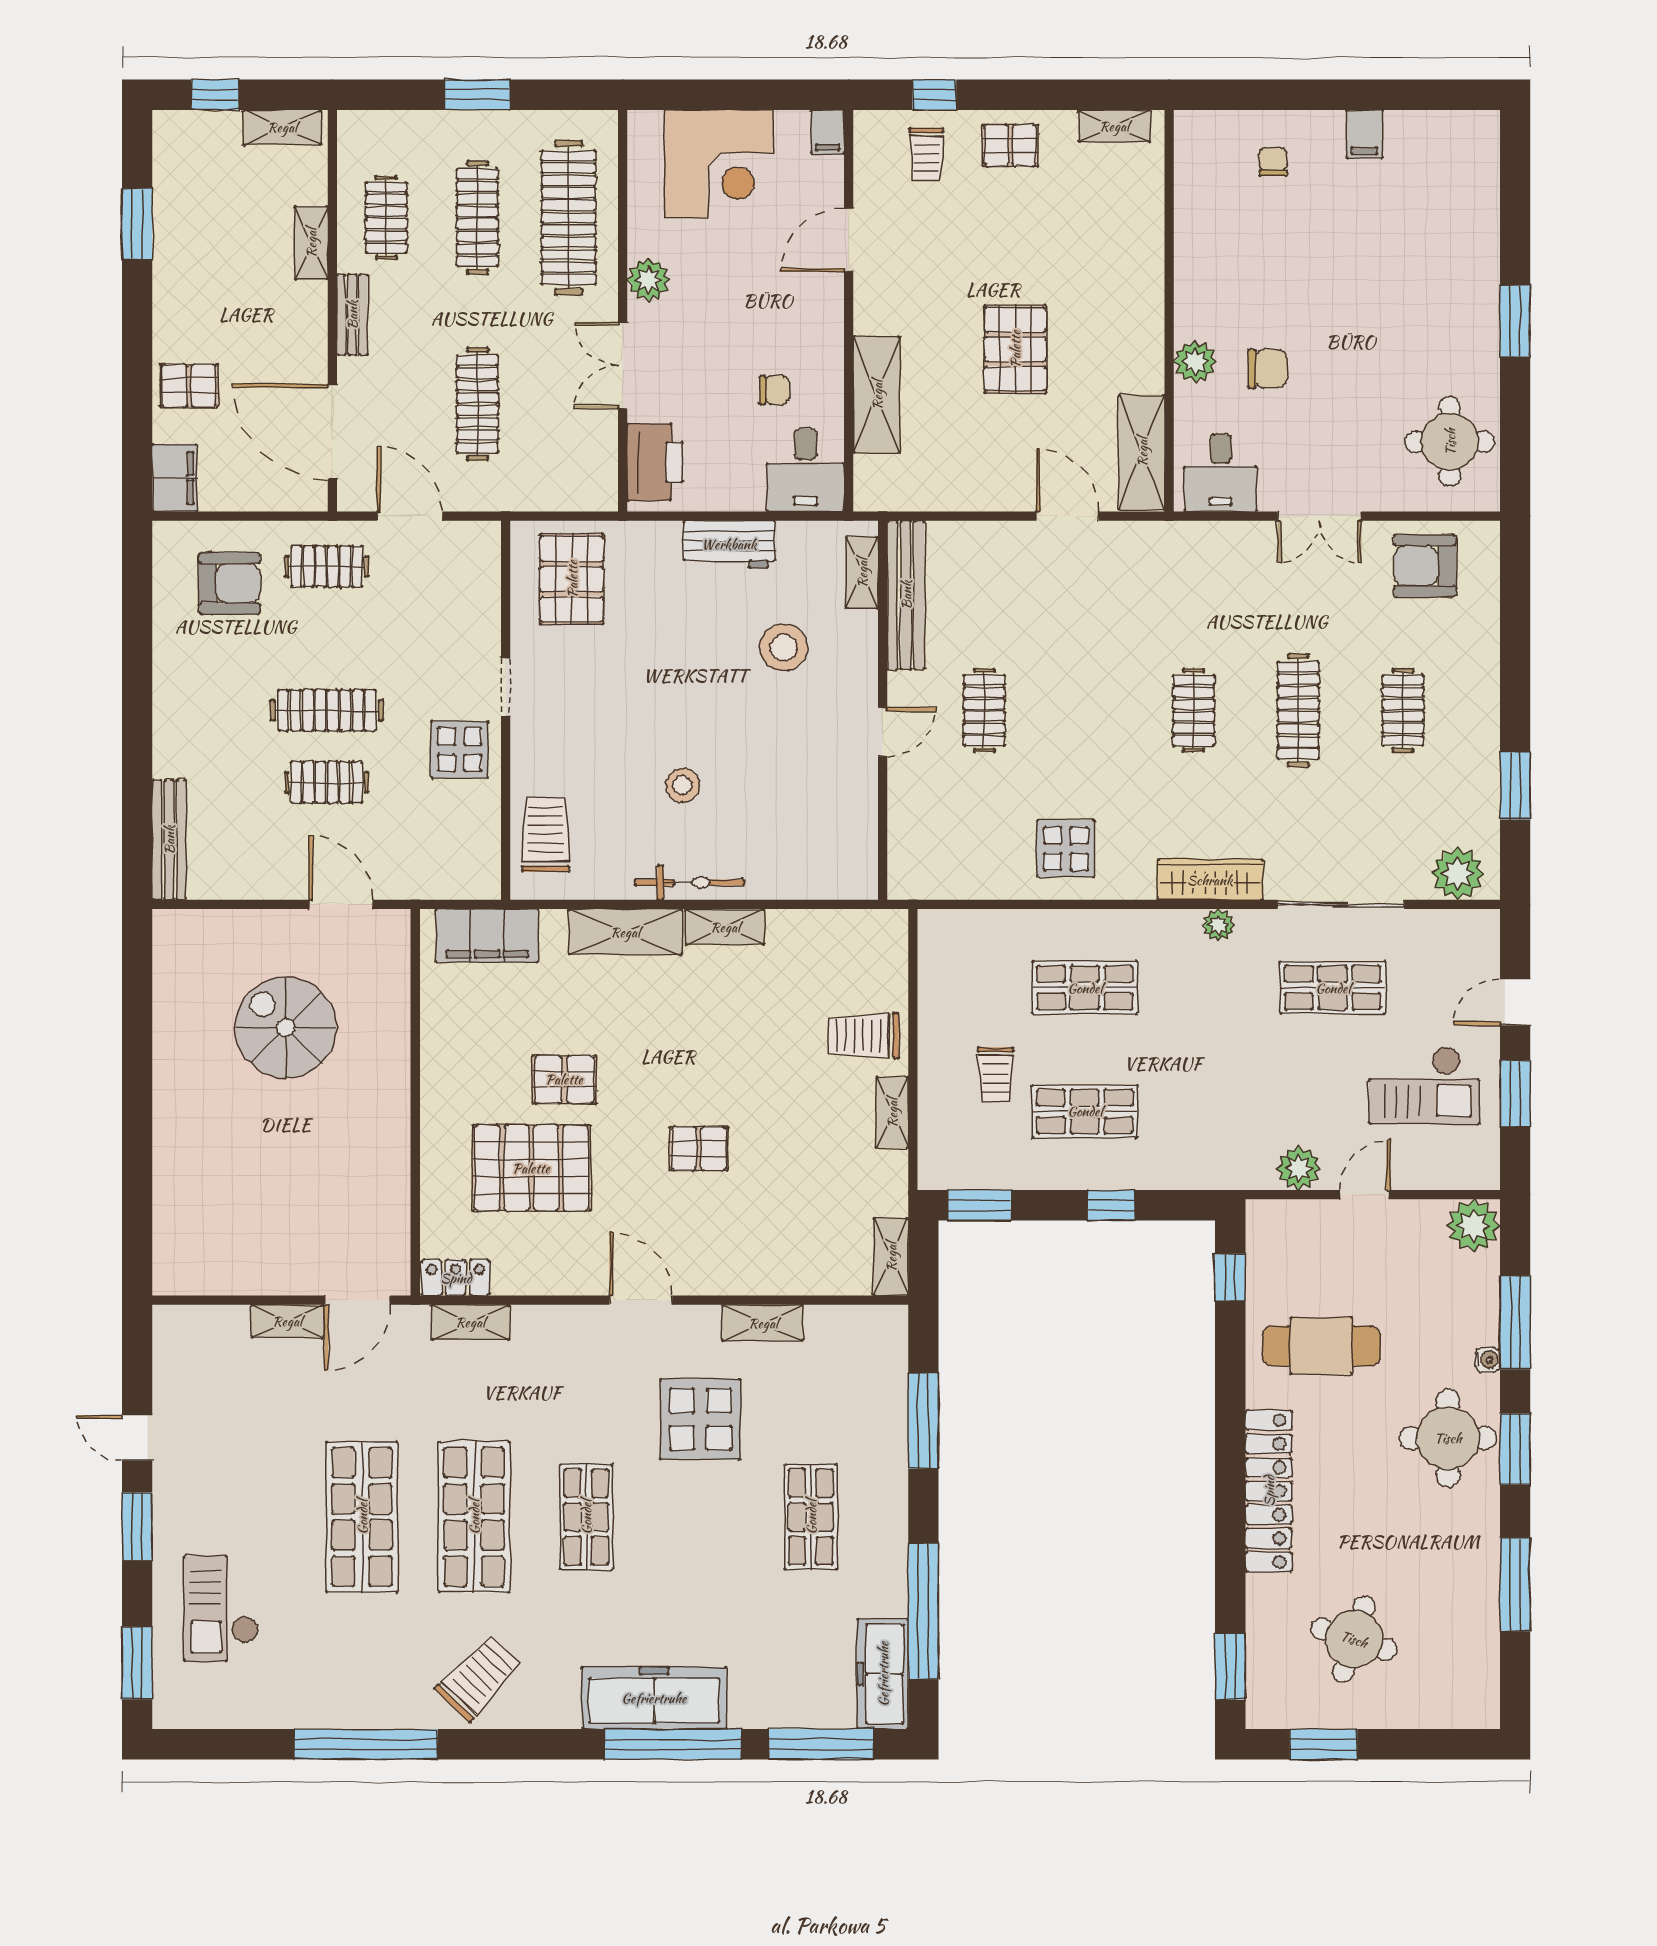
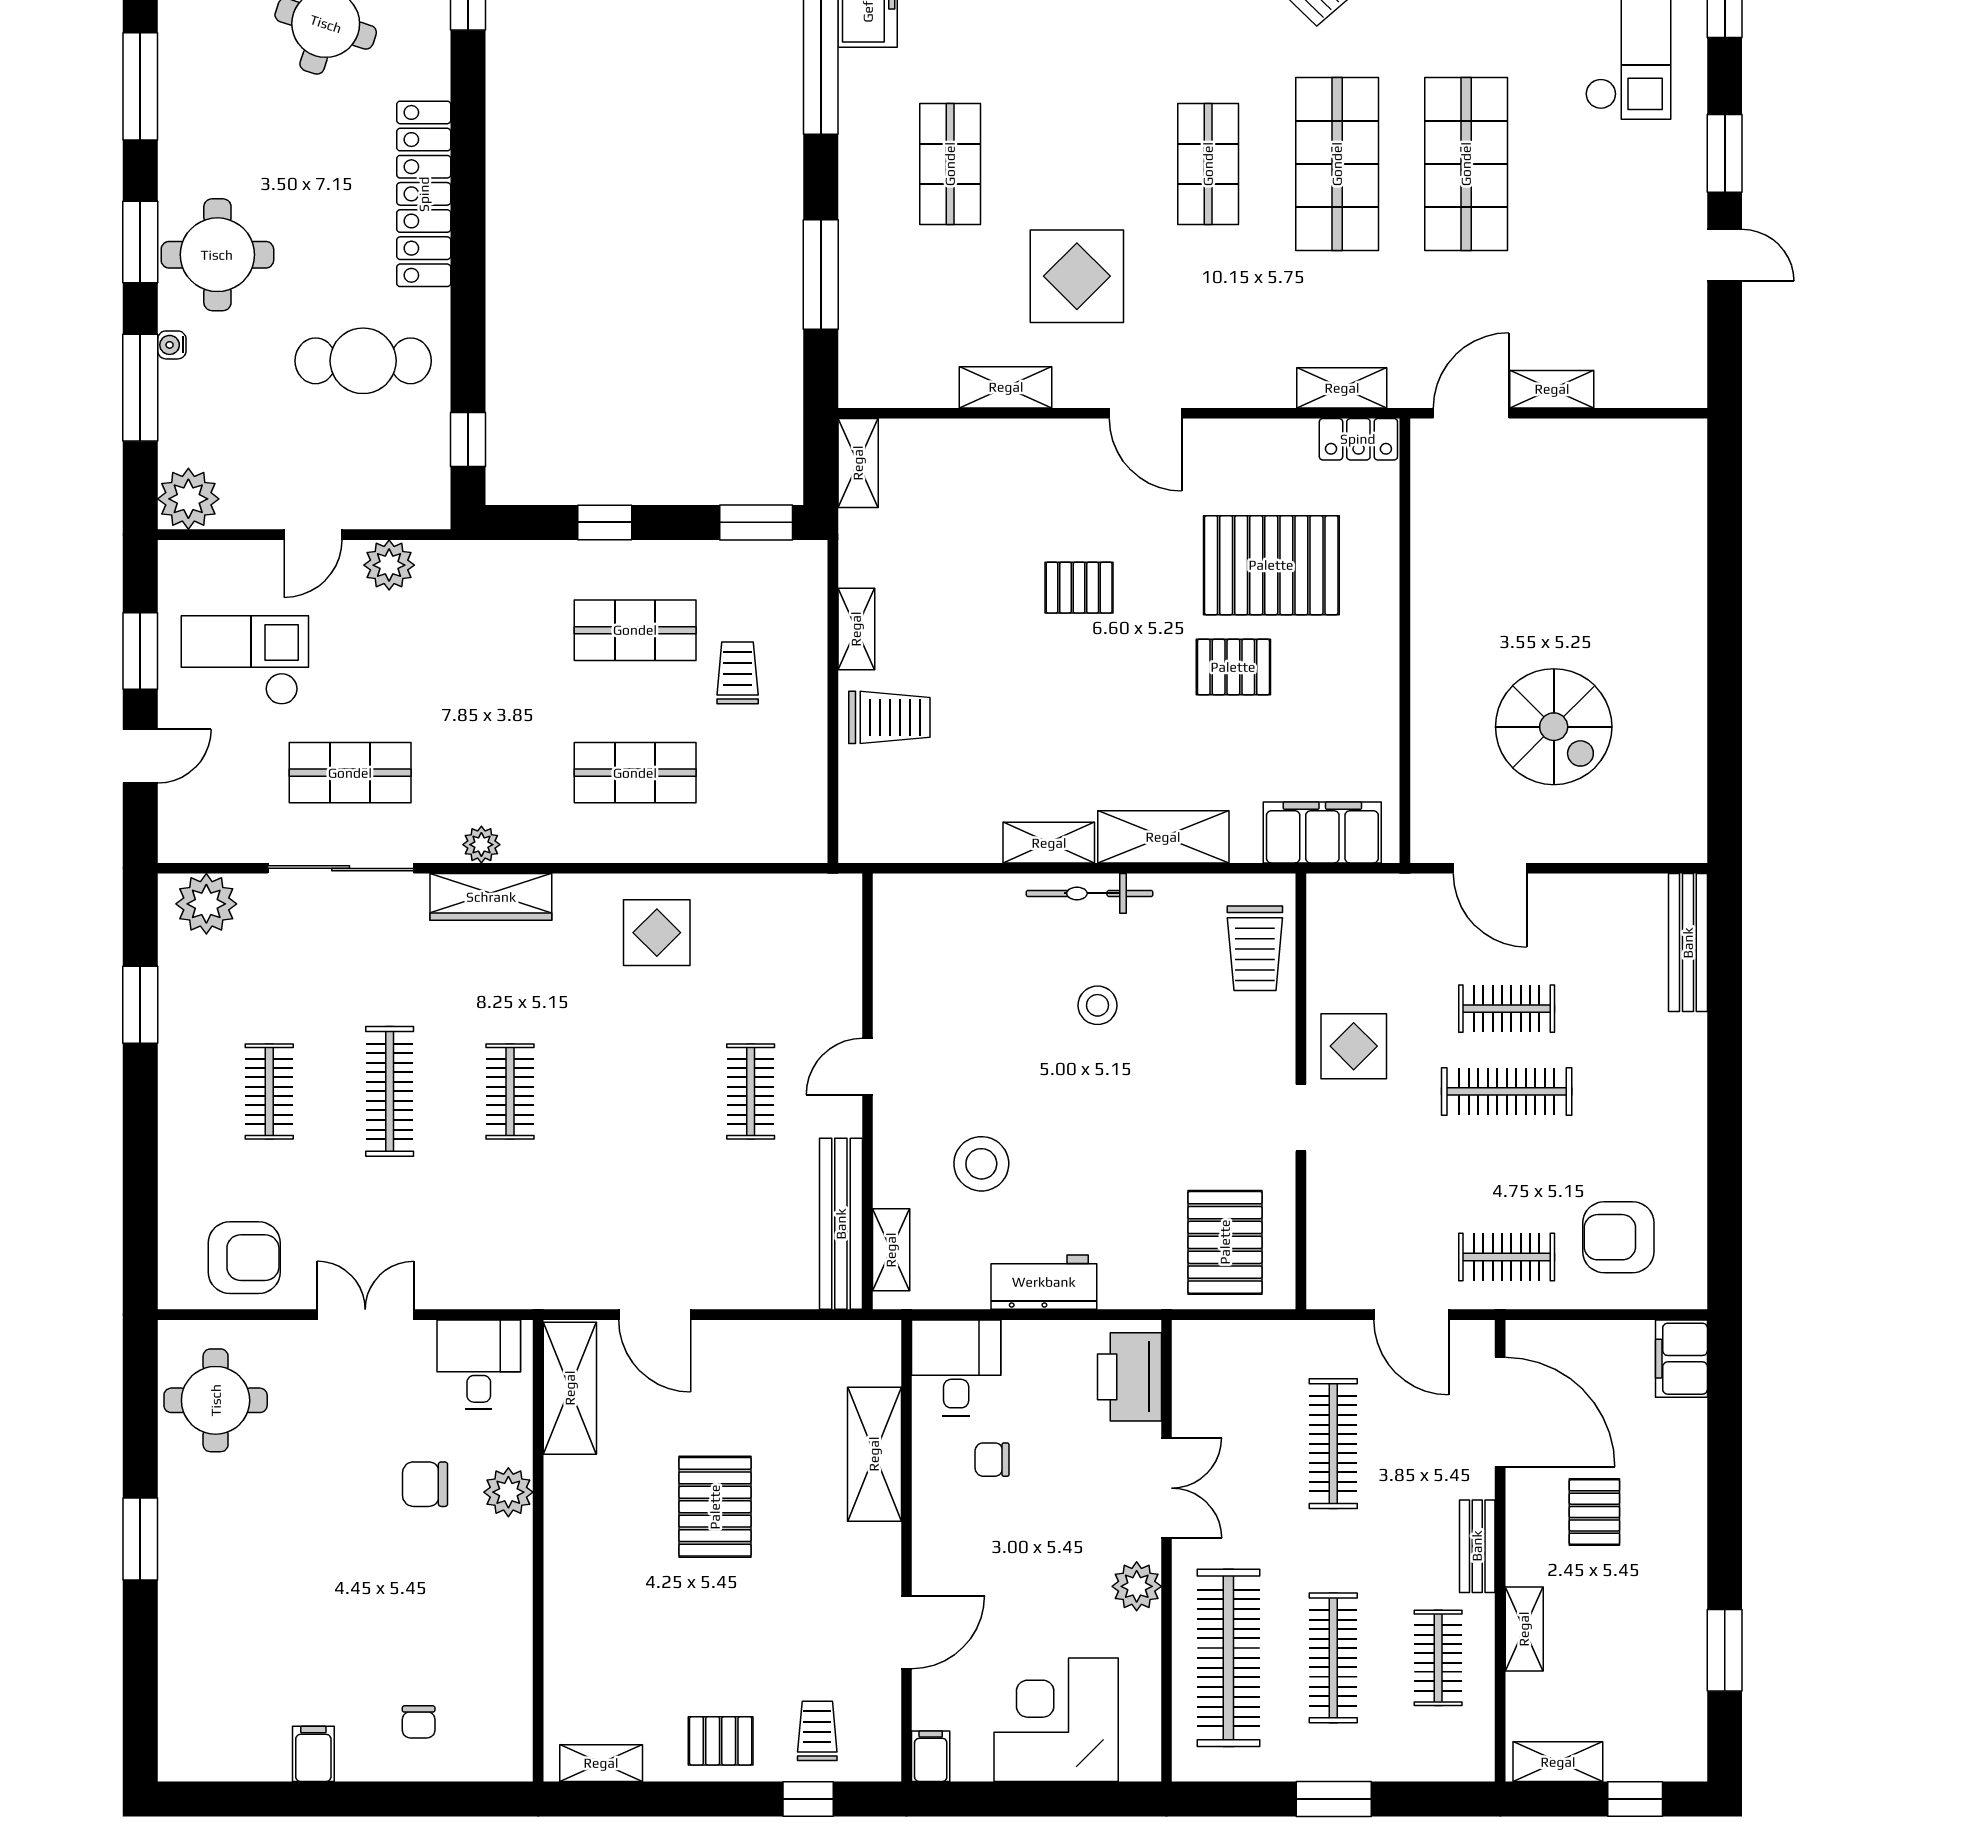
pallet: (189, 386) -> (1594, 1512), moved, turned 90

